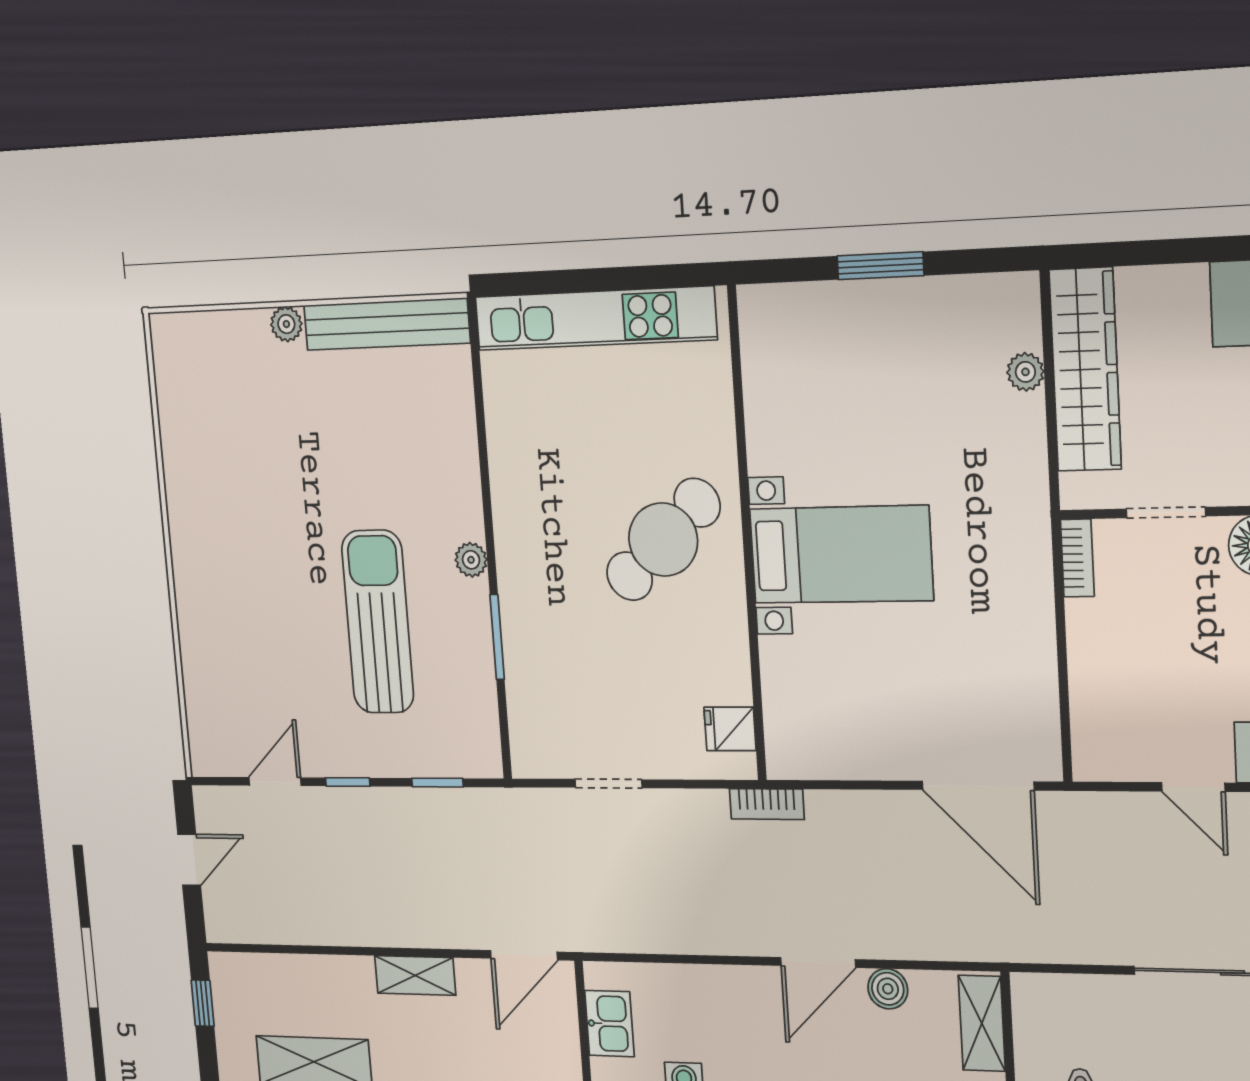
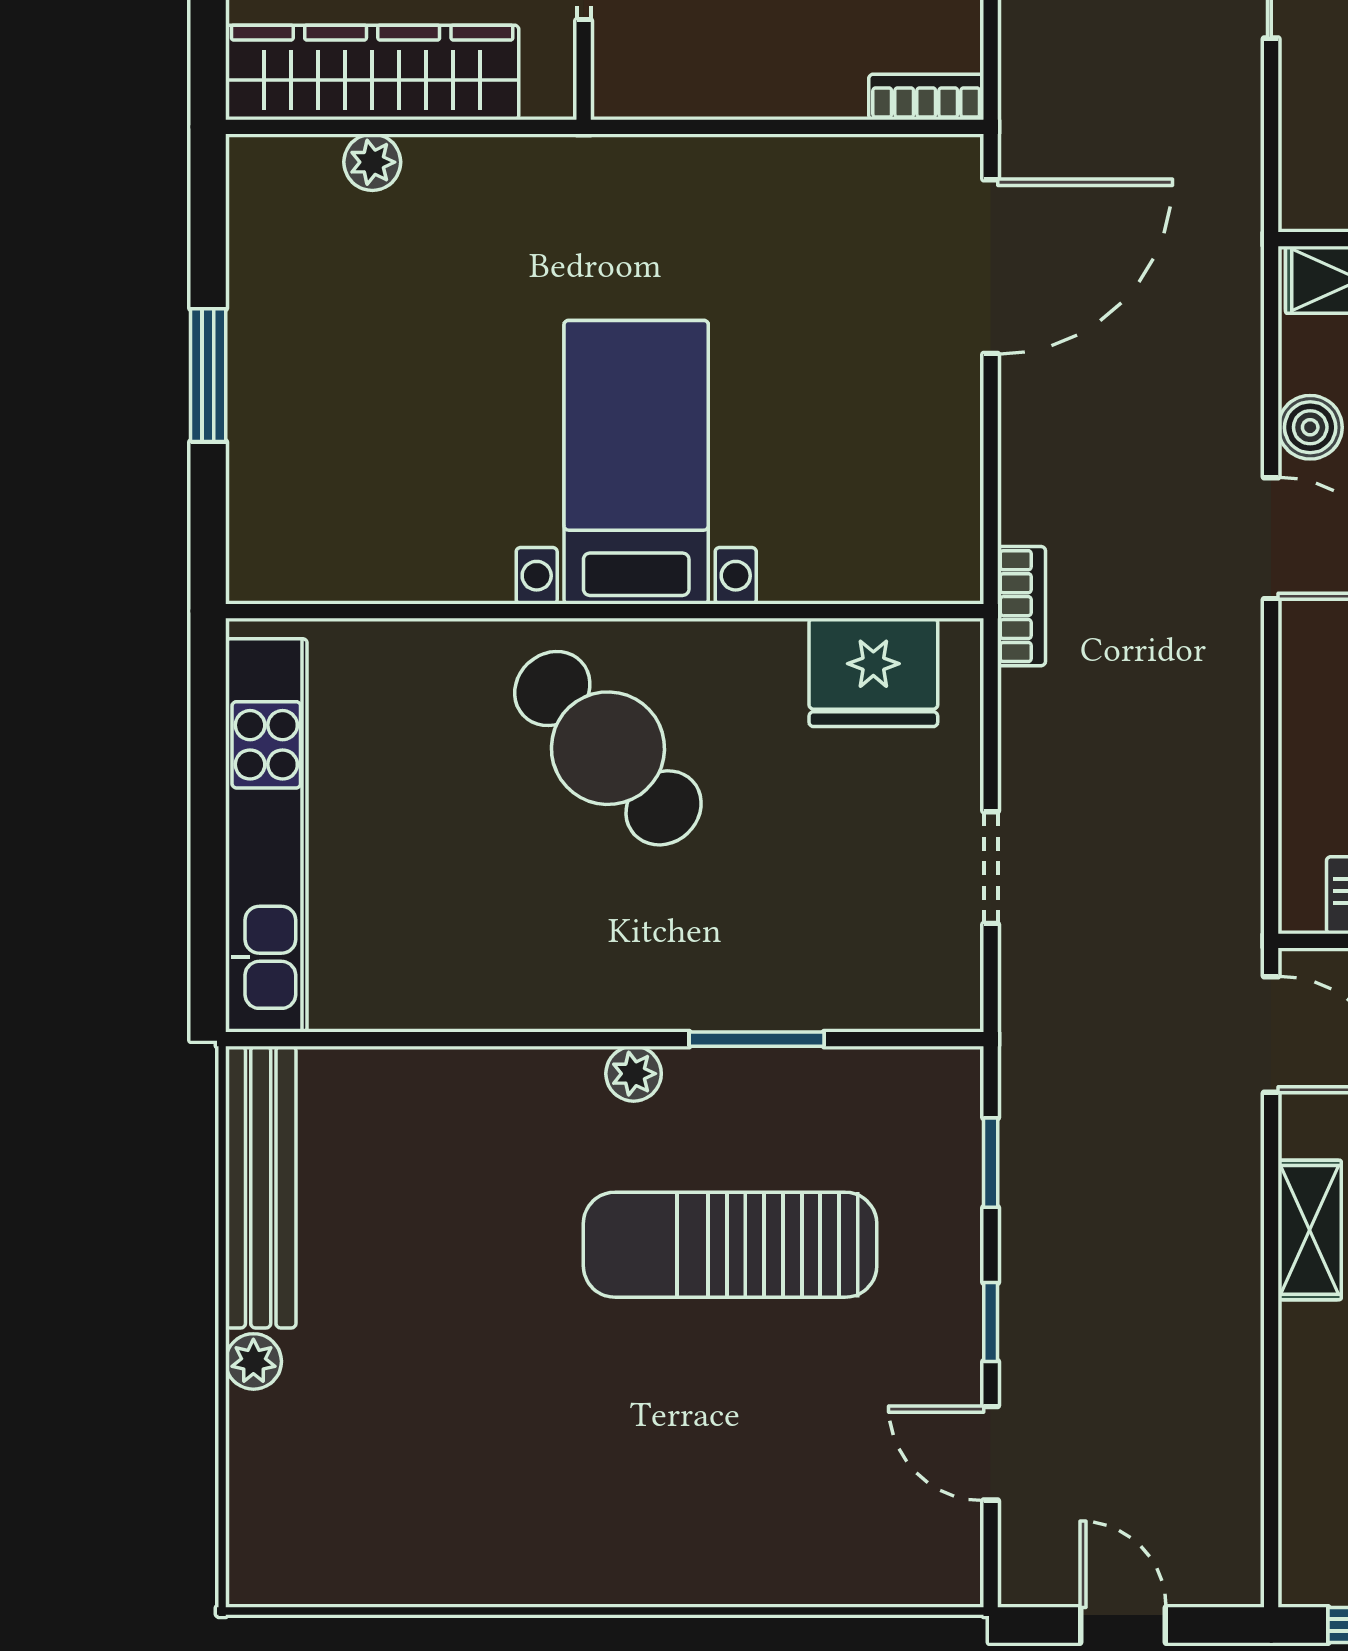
bookcase: (1077, 558) -> (926, 97), moved
fridge: (730, 729) -> (873, 672), width x1.88, depth x1.34

